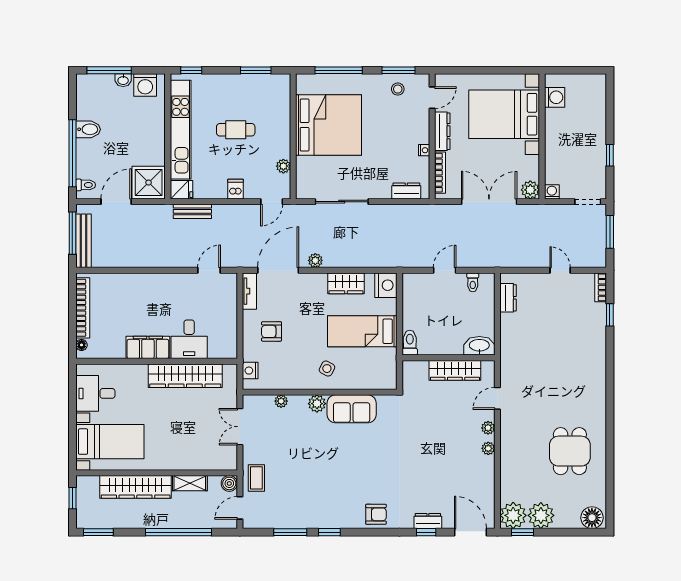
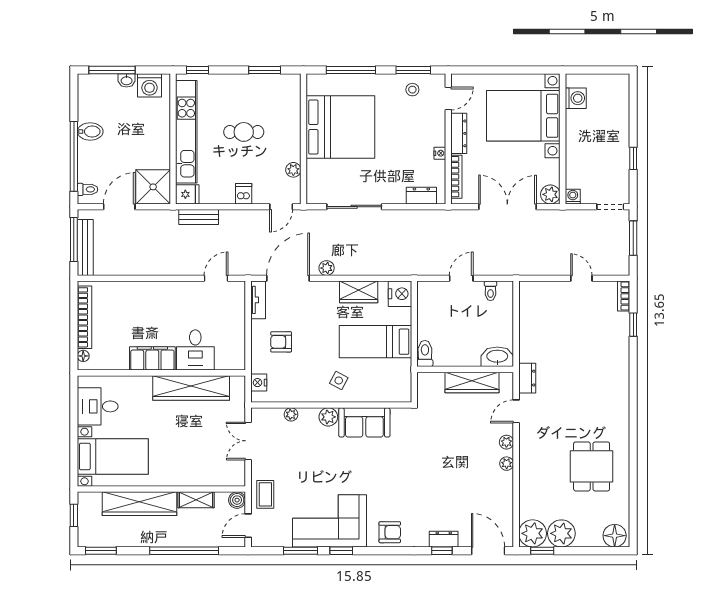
dresser: (508, 298) -> (527, 378), moved
corner sofa: (318, 503) -> (330, 521), added

